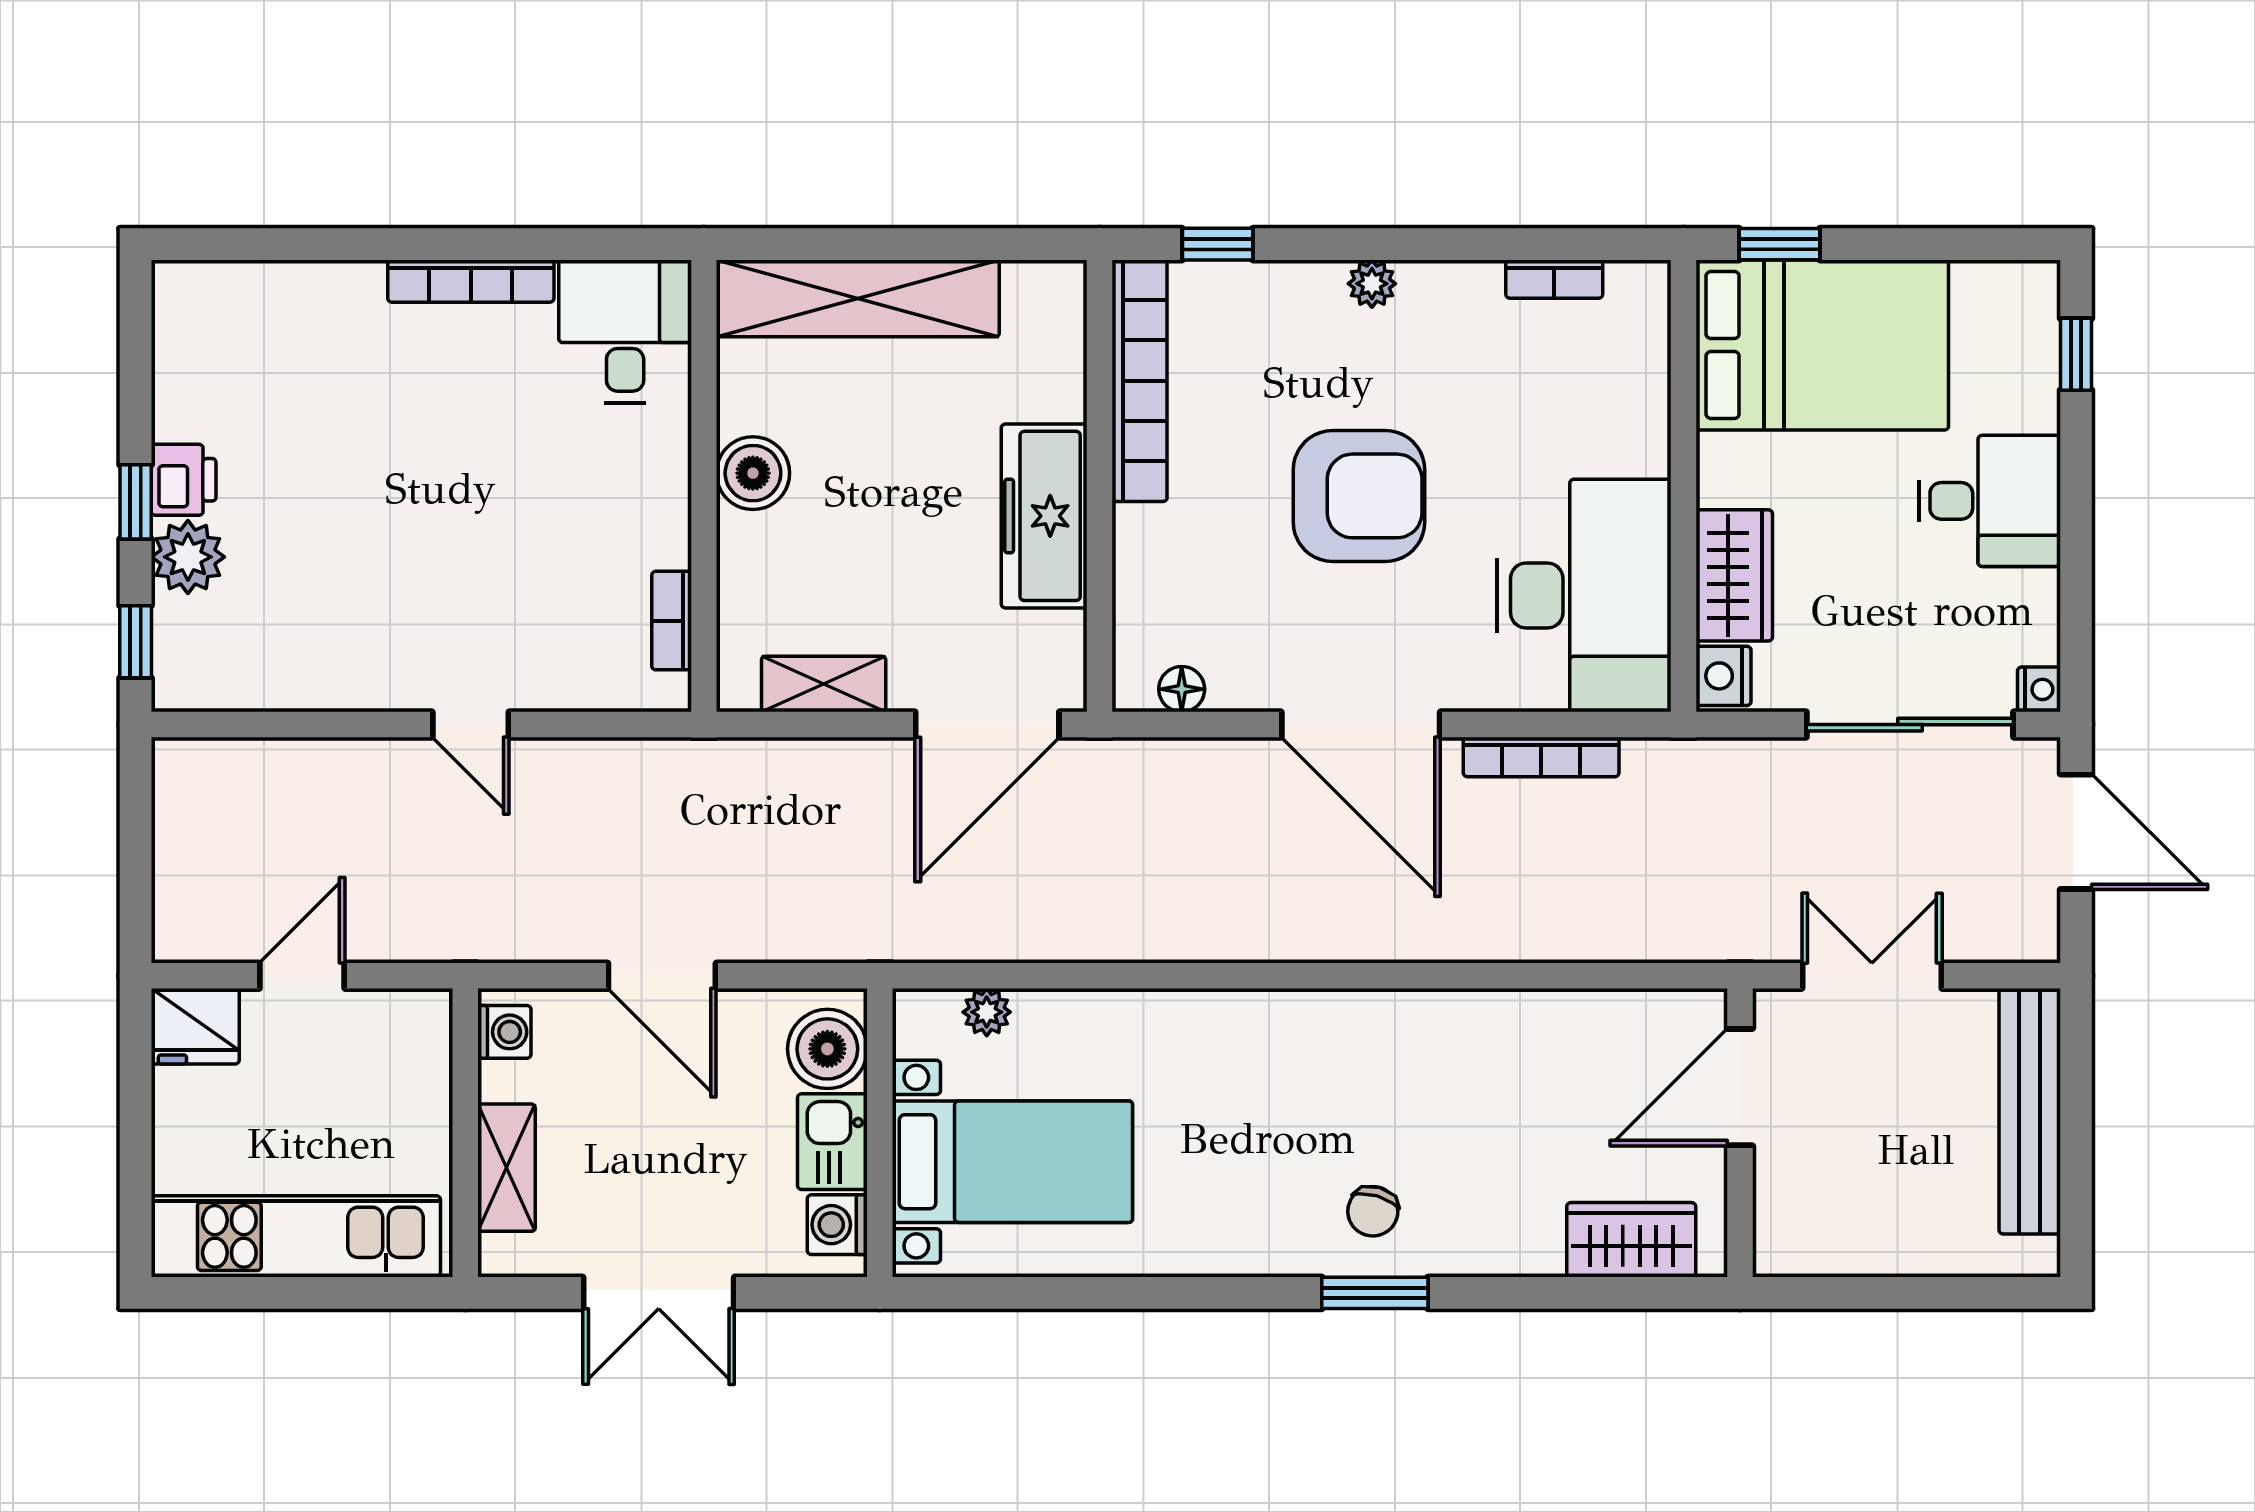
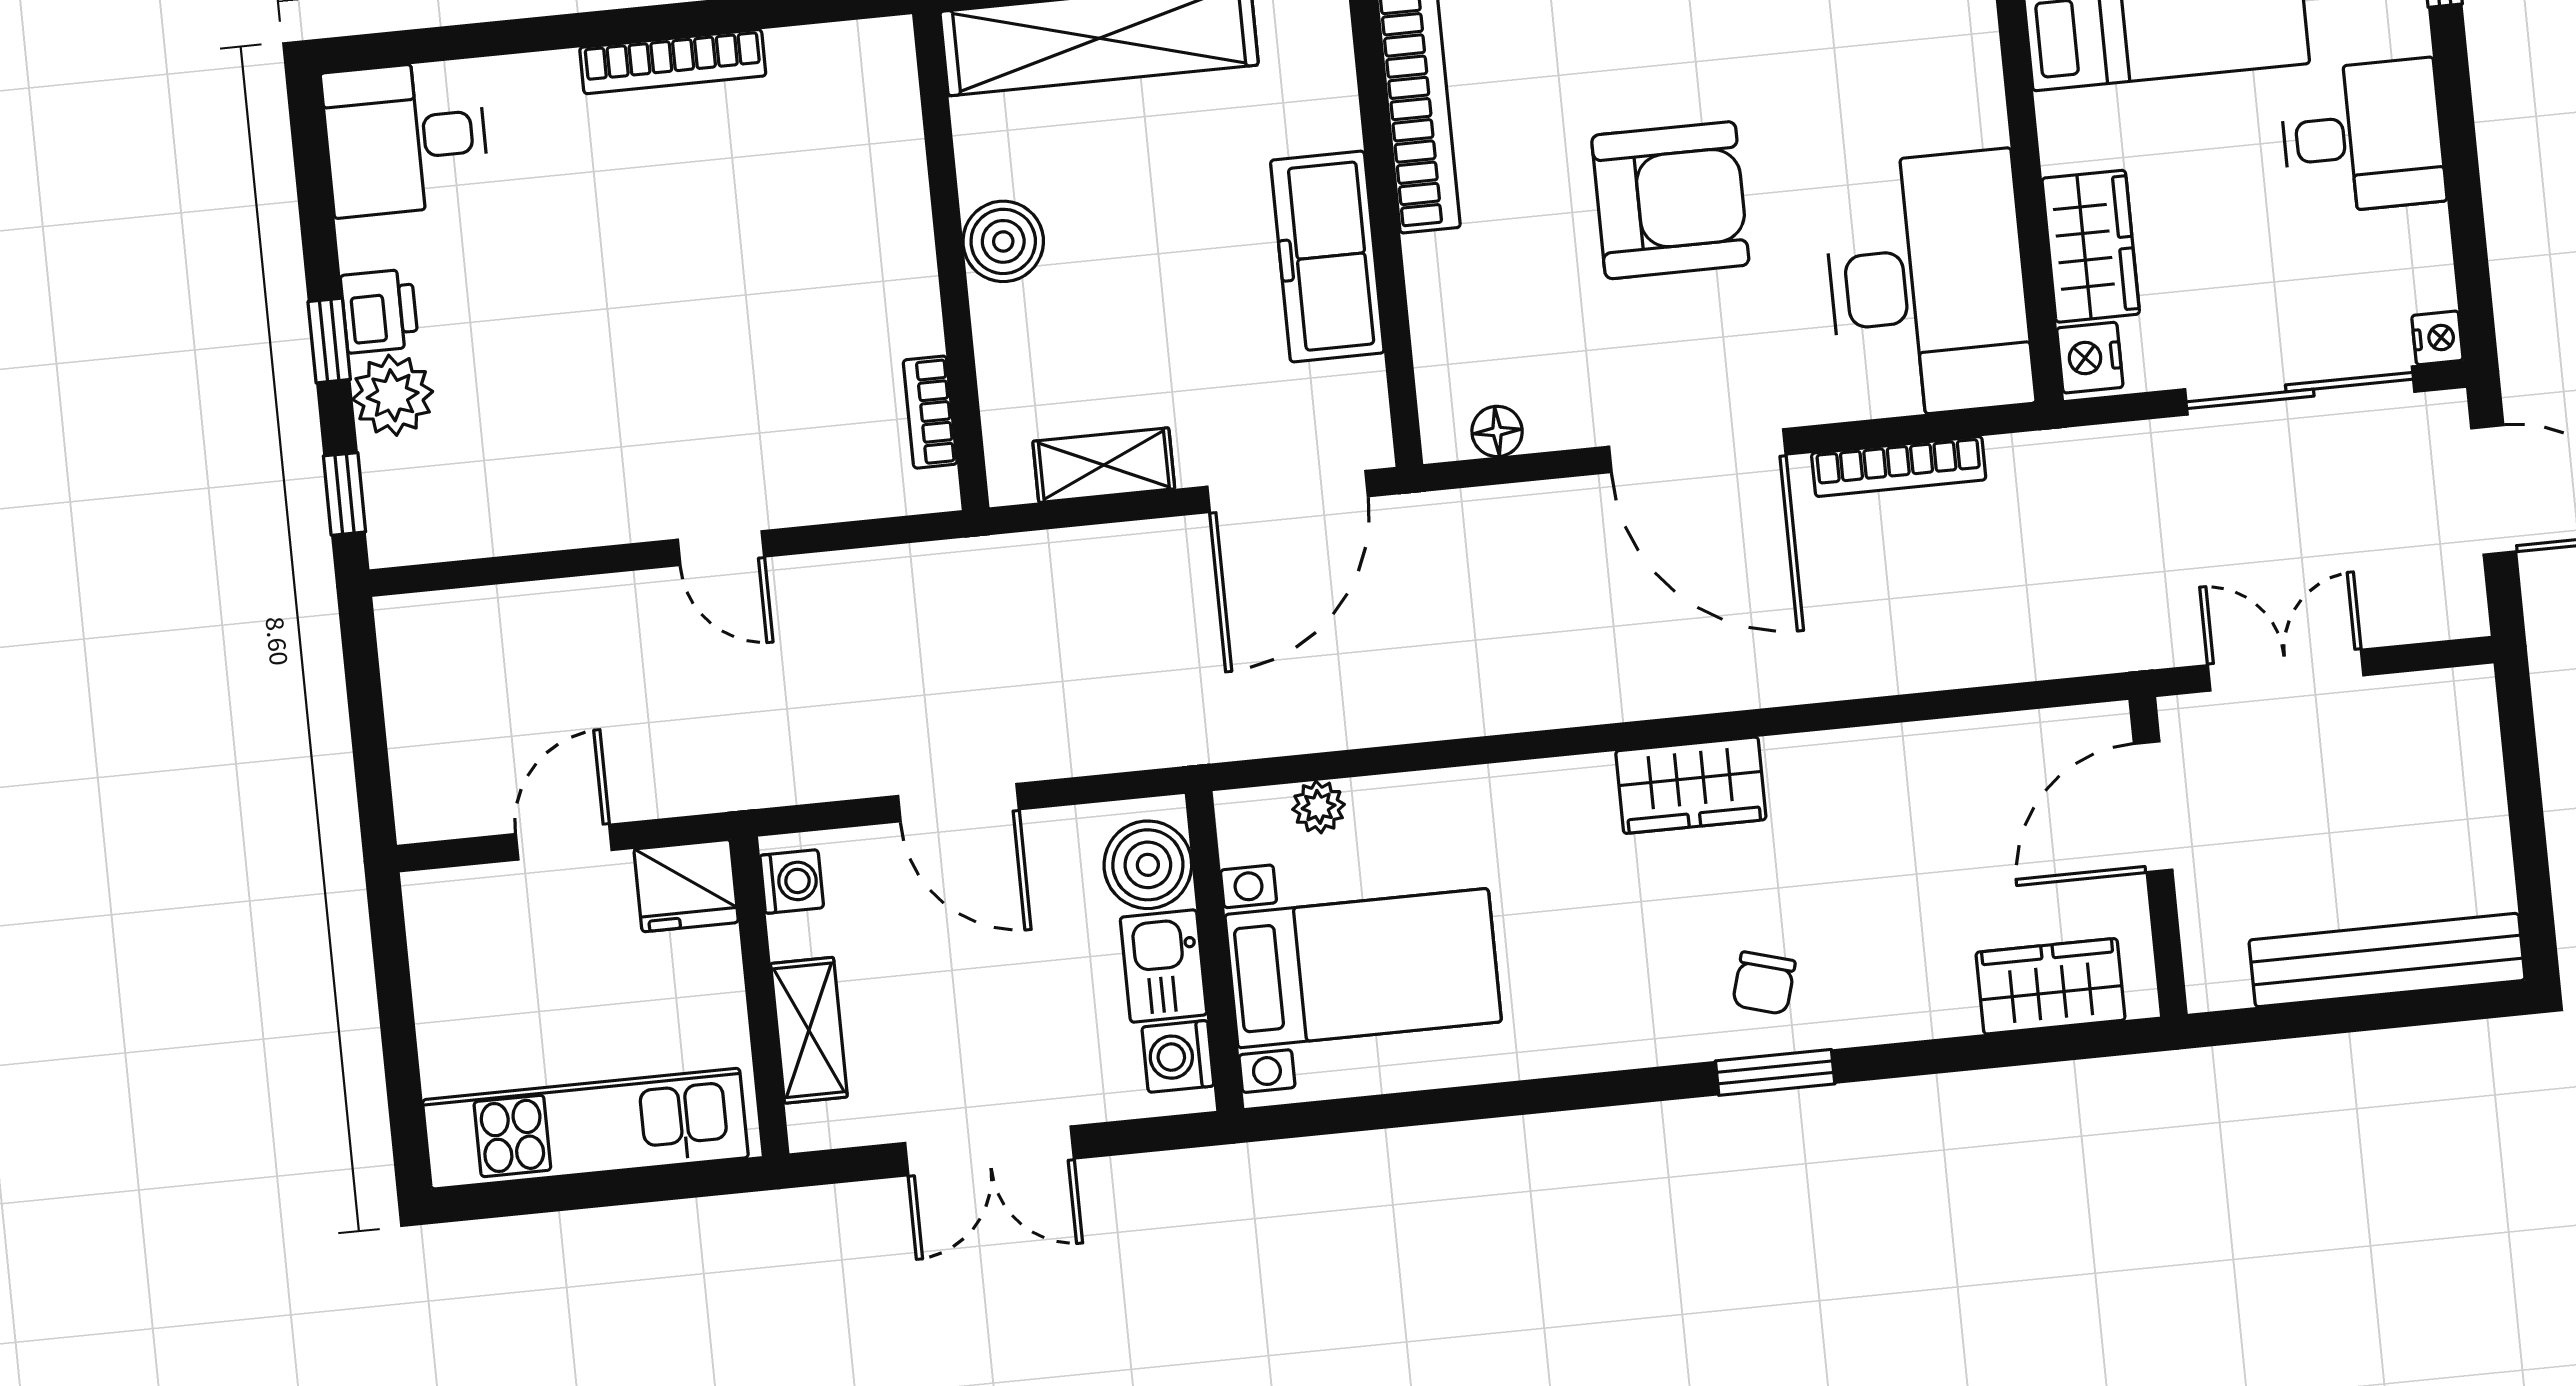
desk: (625, 331) -> (406, 138), moved, turned -90
fridge: (195, 1026) -> (686, 886), moved
wardrobe: (1325, 1026) -> (1691, 785), added
bench: (2030, 1111) -> (2387, 960), moved, turned 90

